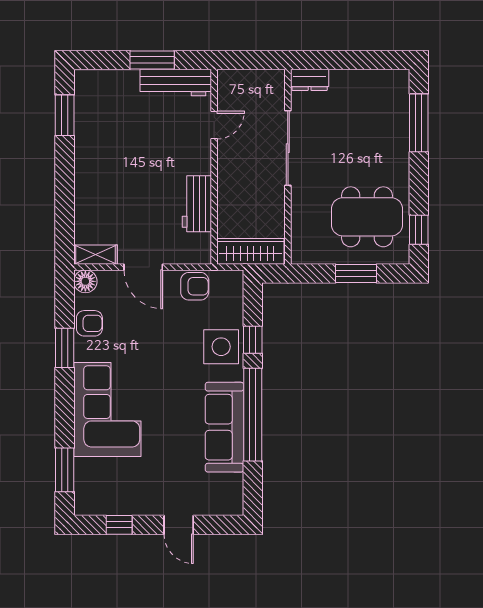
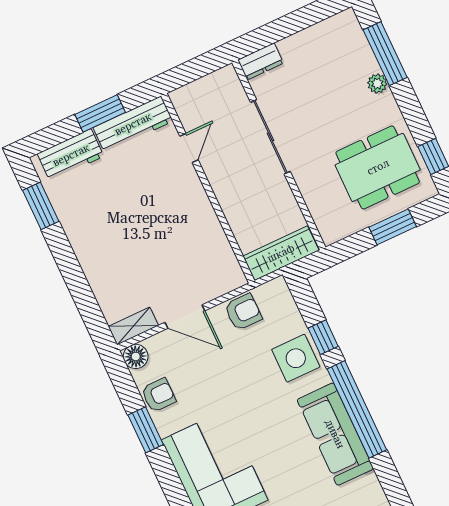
plant: (400, 145) -> (377, 84), added
workbench: (197, 204) -> (71, 155), moved, turned -90

